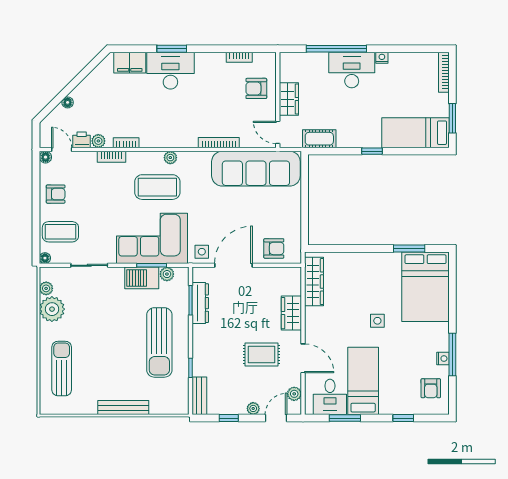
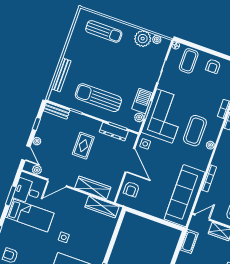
wardrobe: (291, 313) -> (93, 188), width x1.50
rug: (261, 355) -> (83, 146), moved
bench: (123, 408) -> (61, 75), moved

